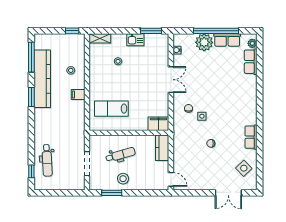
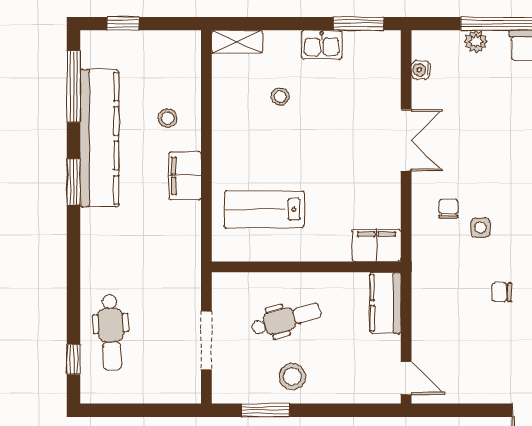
window: (72, 31) -> (123, 24), moved
plant: (204, 42) -> (476, 41), width x0.53, depth x0.53
filing cabinet: (78, 95) -> (185, 176), width x2.00

